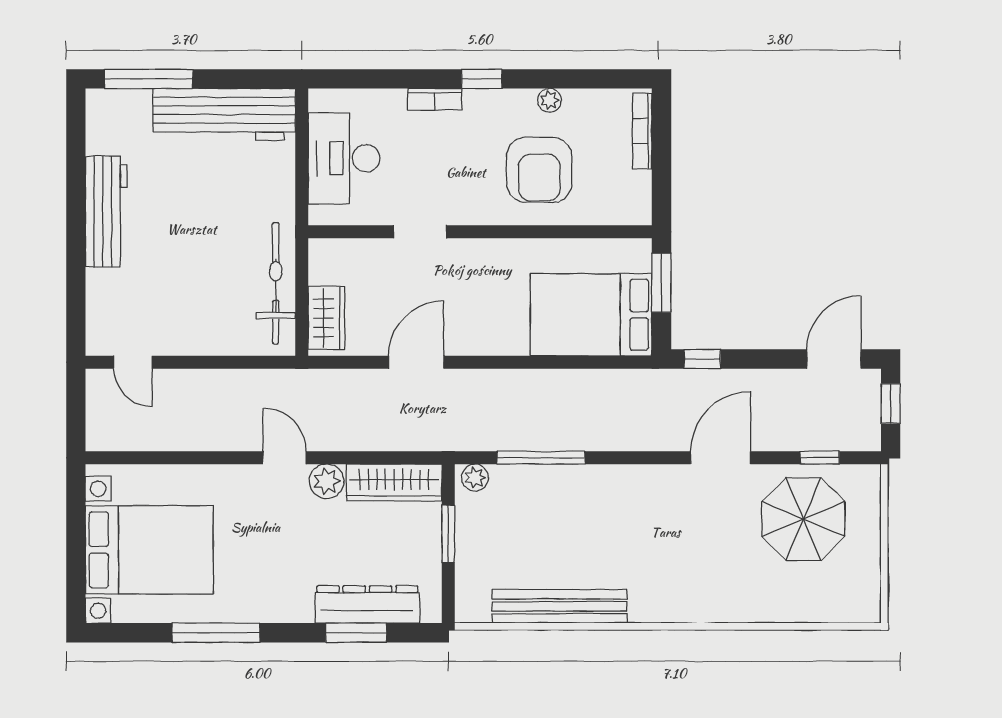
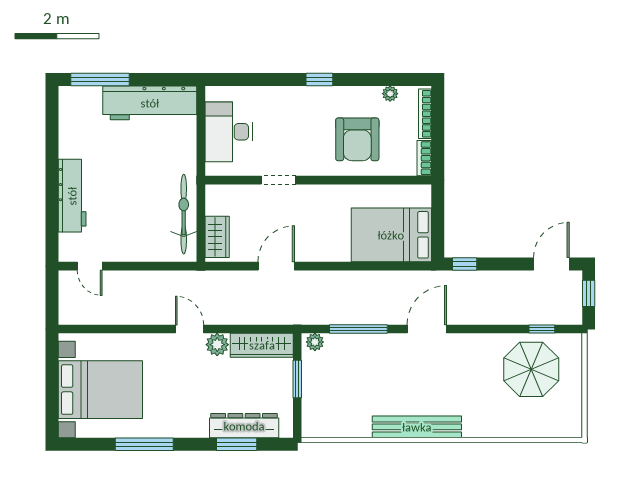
bookcase: (435, 99) -> (424, 158), moved, turned 90
plant: (549, 100) -> (390, 94), moved
workbench: (106, 212) -> (72, 196), moved
window: (661, 283) -> (438, 214), removed
door: (721, 458) -> (427, 329), moved
bench: (559, 606) -> (417, 427), moved

